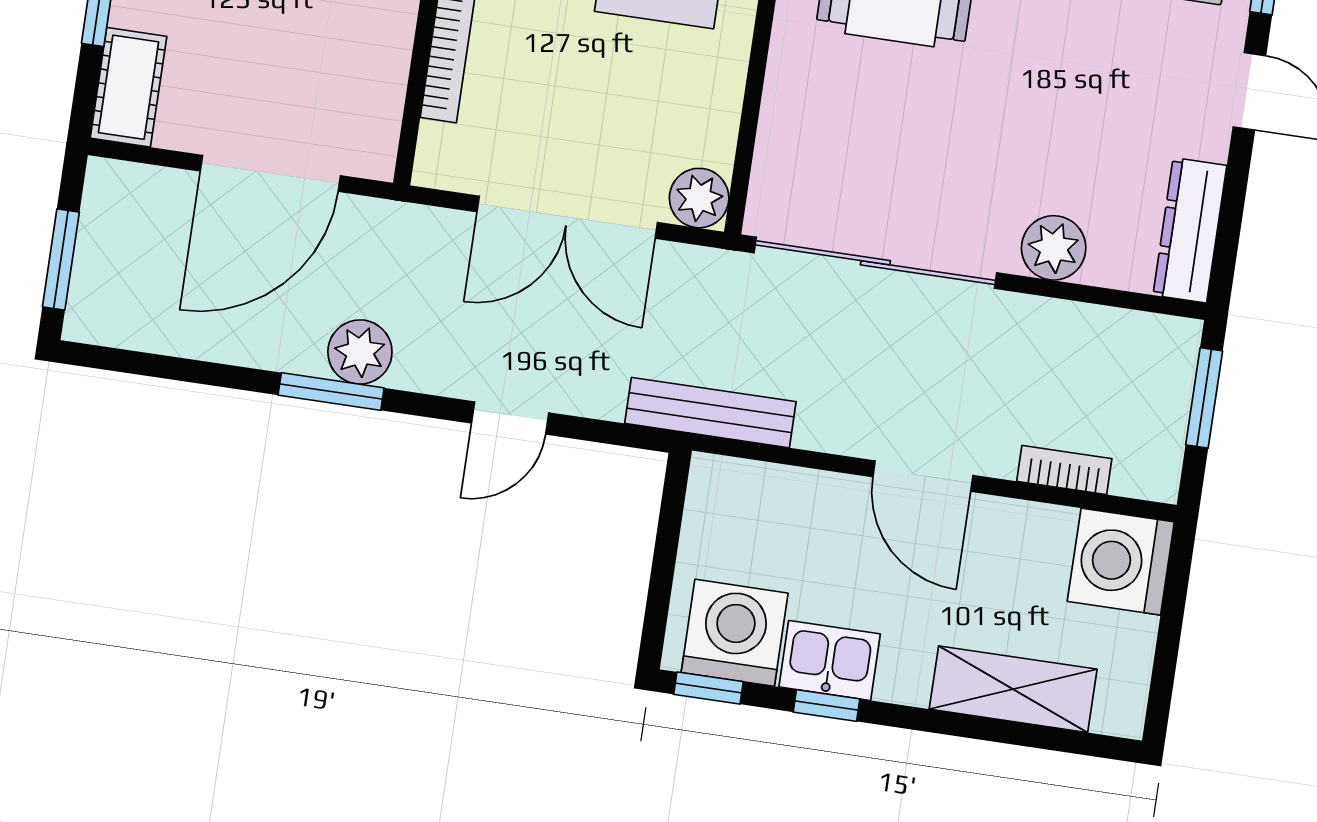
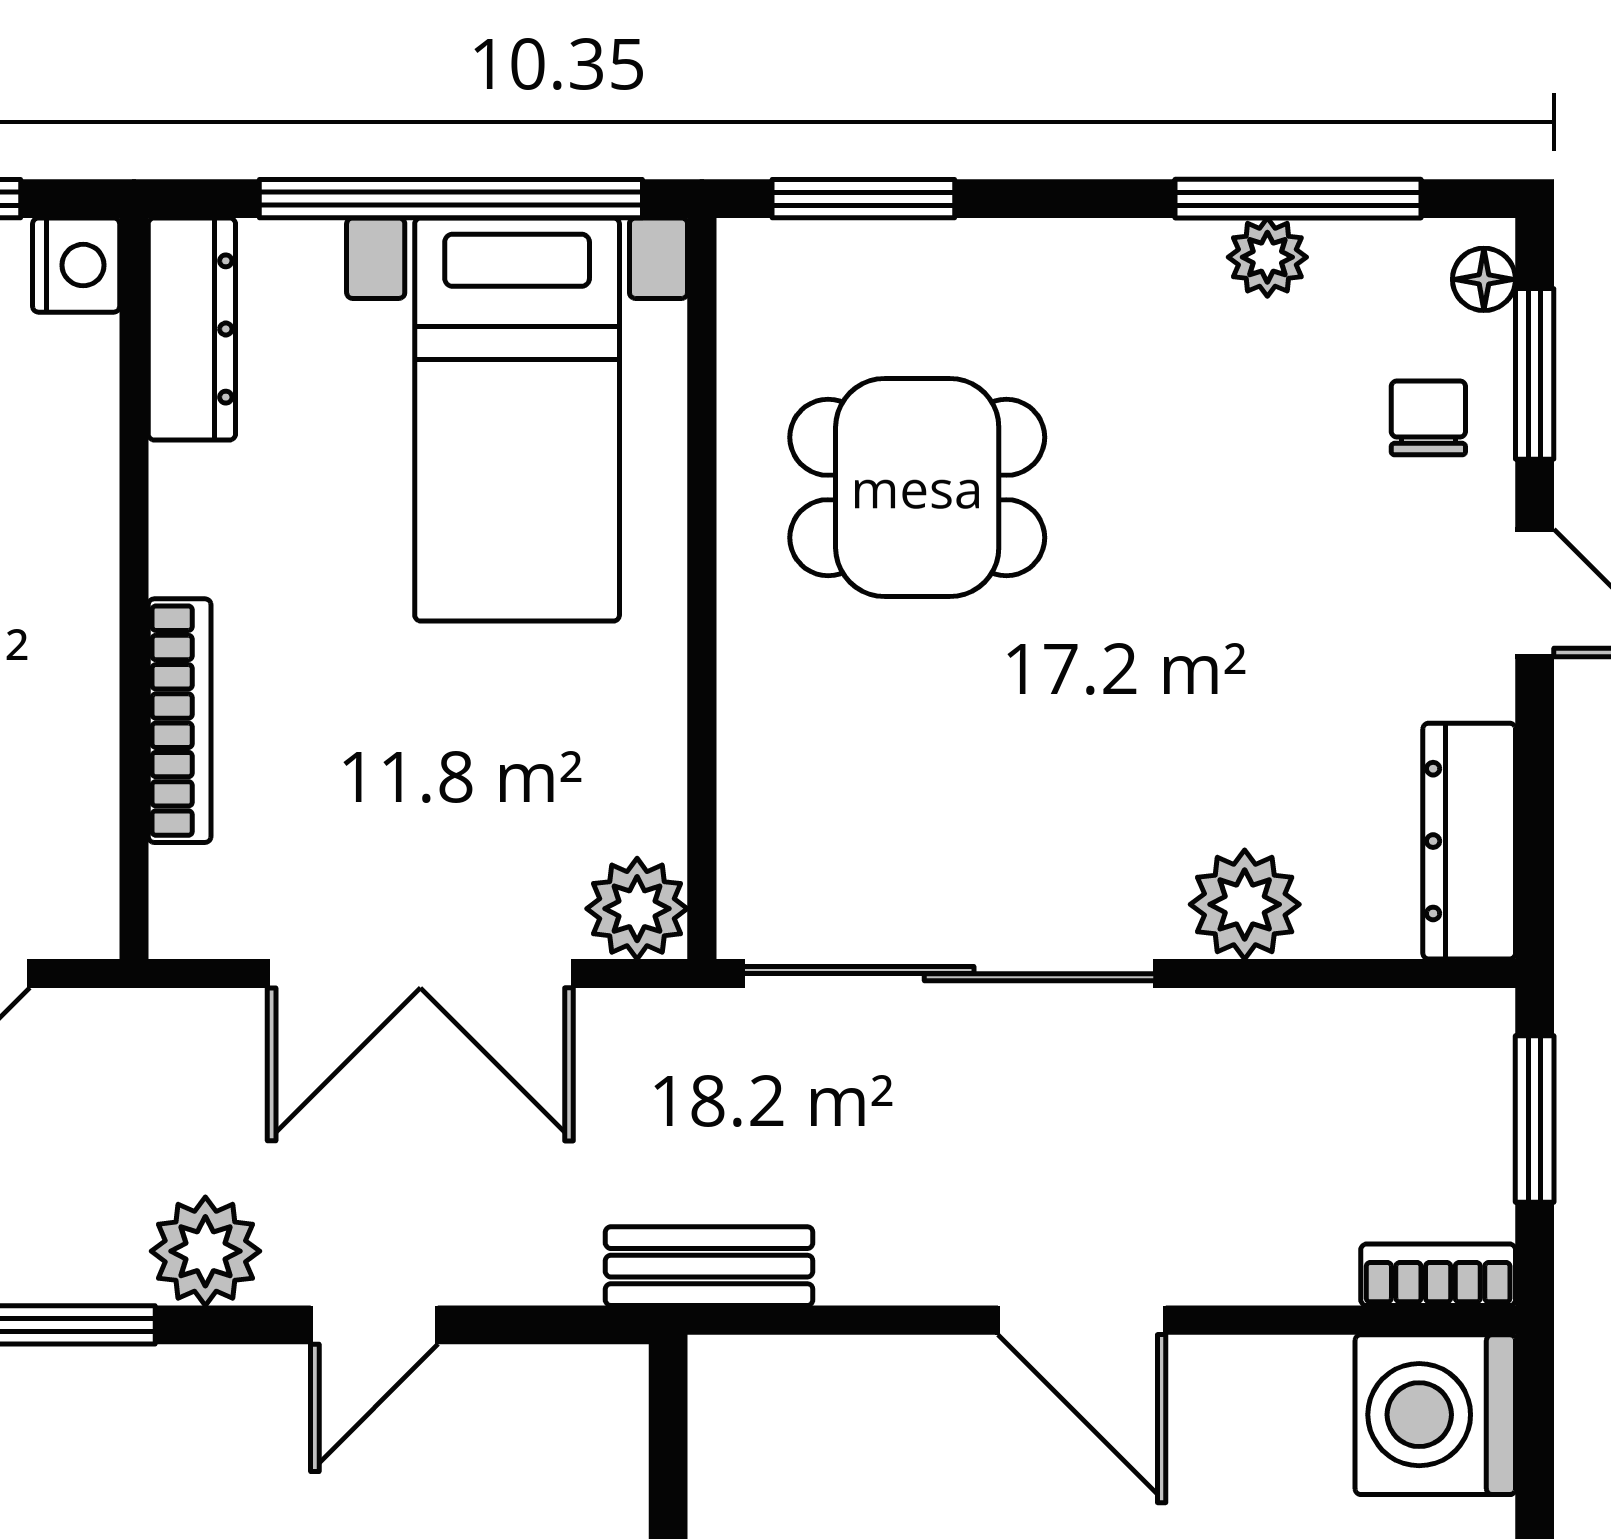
plant: (360, 352) -> (205, 1251), moved
bench: (710, 413) -> (709, 1266), width x0.73
bookcase: (1064, 470) -> (1438, 1275), moved

